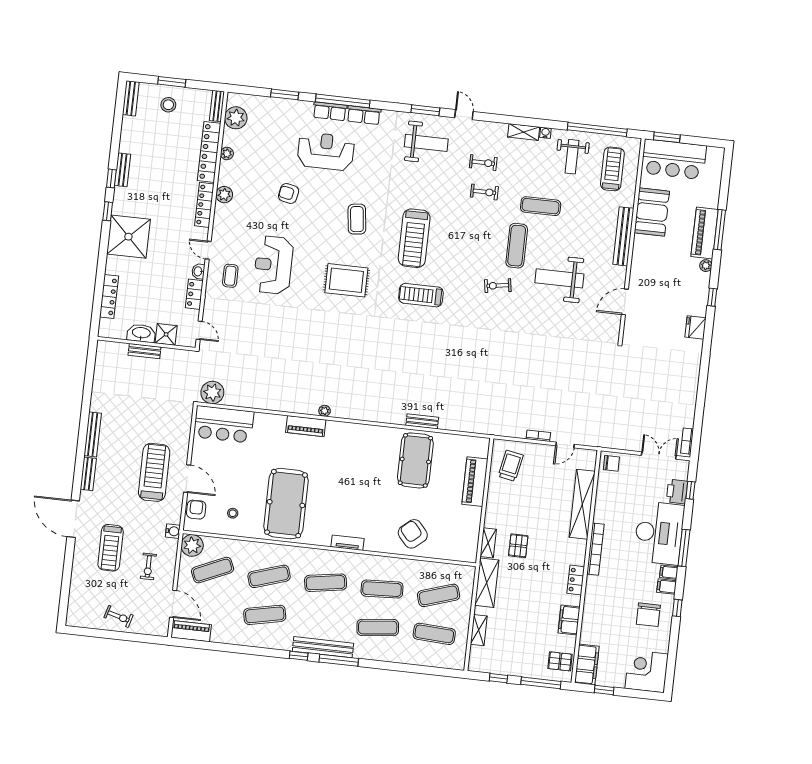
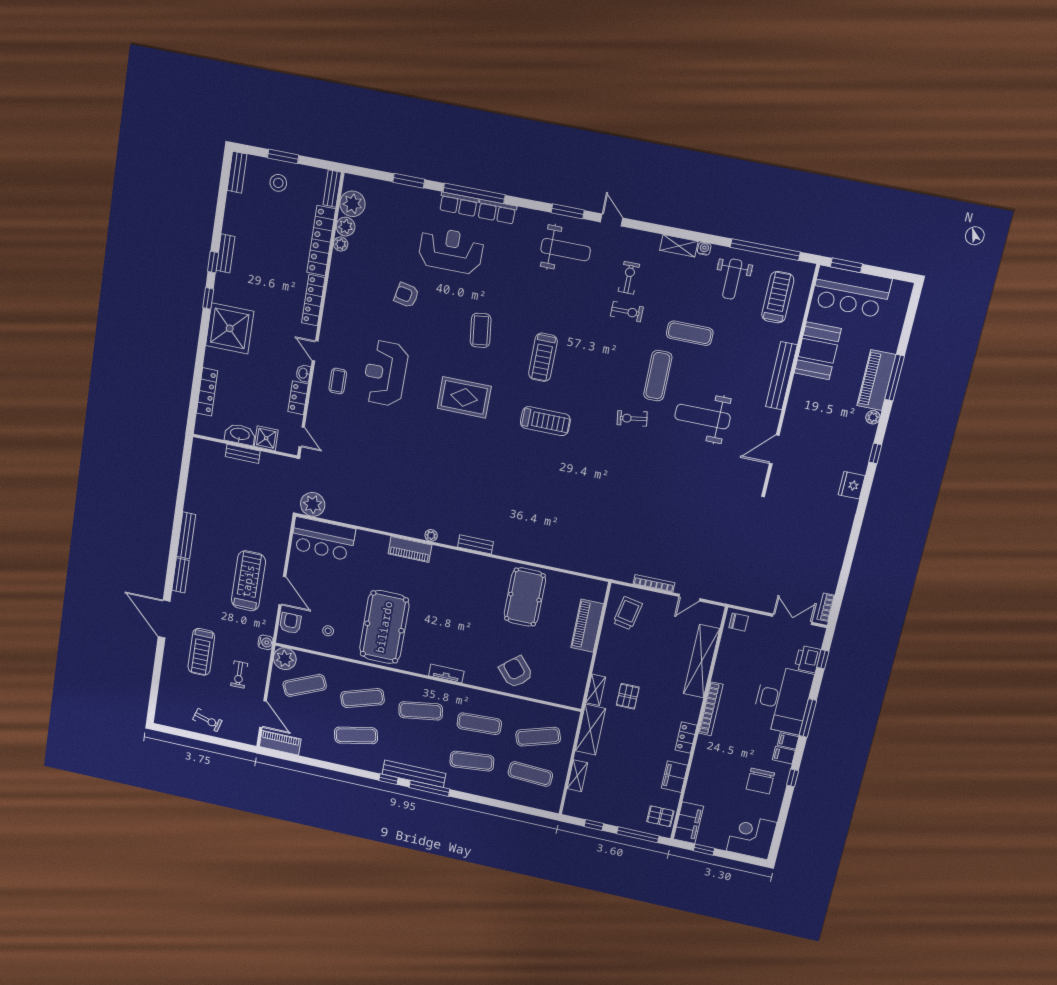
exercise bike: (483, 163) -> (629, 278), turned -90
plant: (224, 195) -> (346, 227), moved
treadmill: (414, 238) -> (543, 357), width x0.73, depth x0.73
treadmill: (421, 295) -> (545, 421), turned 180
bench: (422, 421) -> (475, 544), moved
bookcase: (538, 436) -> (654, 583), width x1.56

